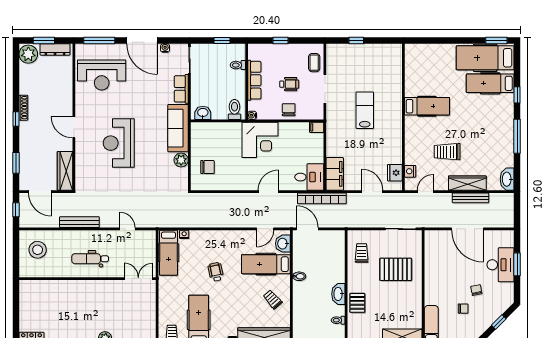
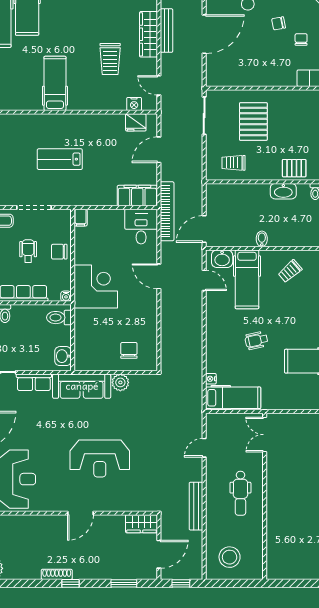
wardrobe: (65, 171) -> (141, 524), width x0.67

